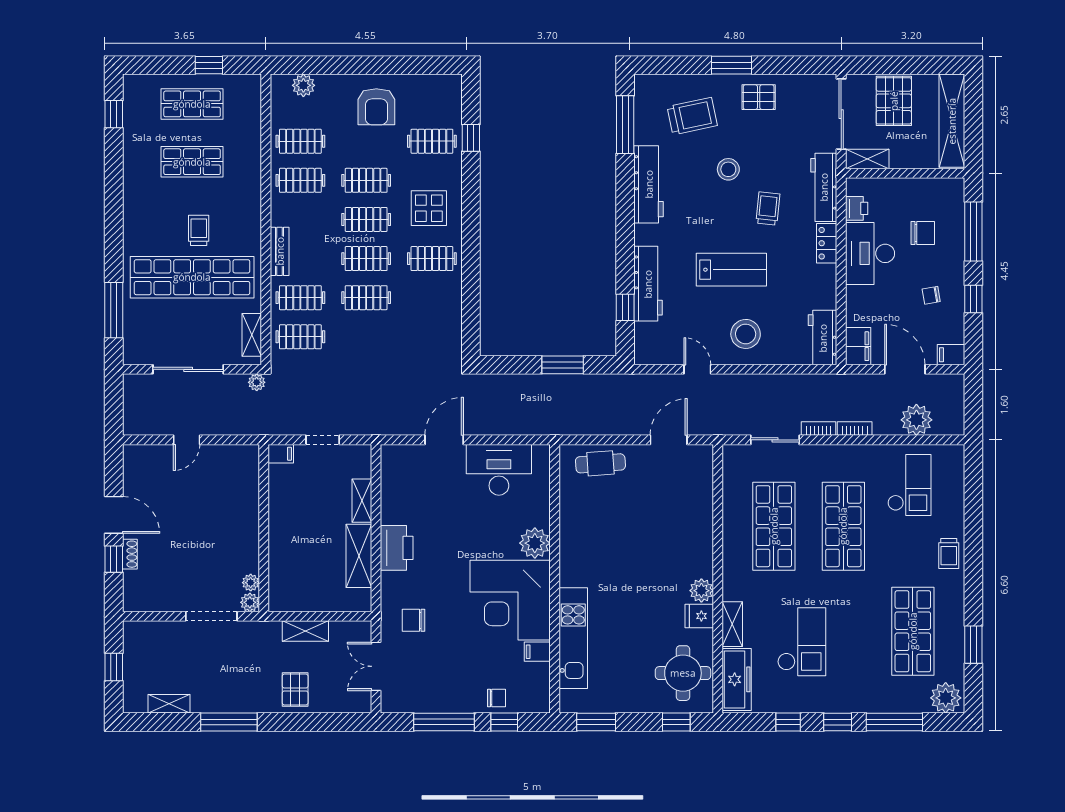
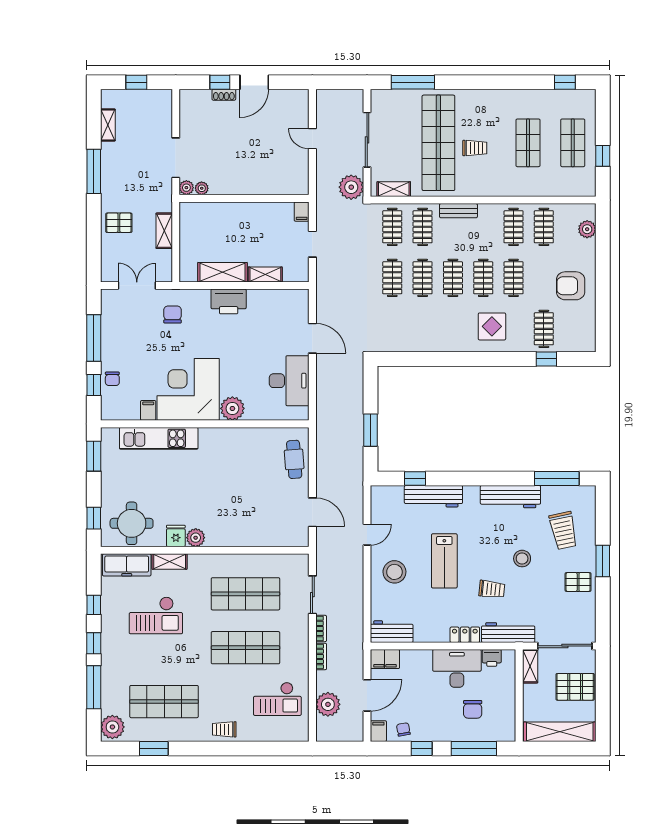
pallet: (759, 97) -> (578, 582), turned 90
clothes rail: (432, 259) -> (392, 278), moved
chair: (931, 295) -> (403, 729), moved
plant: (257, 382) -> (351, 187), width x1.87, depth x1.87

